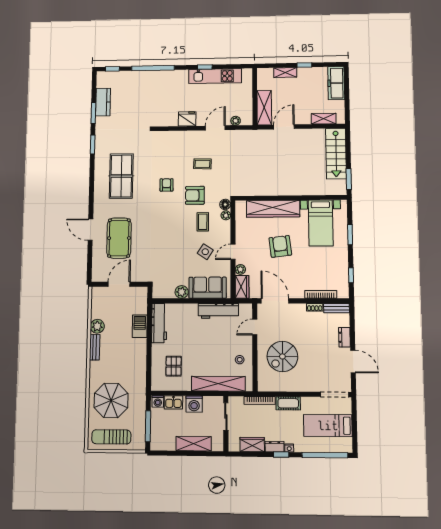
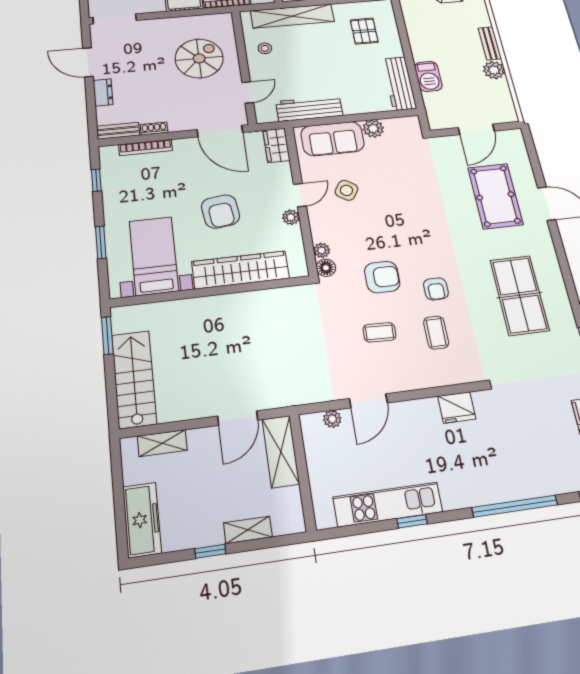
fridge: (187, 119) -> (457, 407), moved
coffee table: (203, 222) -> (436, 333), moved
plant: (240, 269) -> (291, 217), moved

